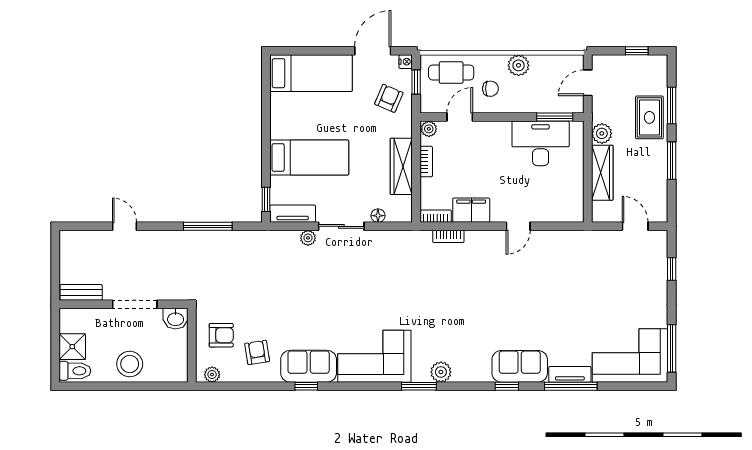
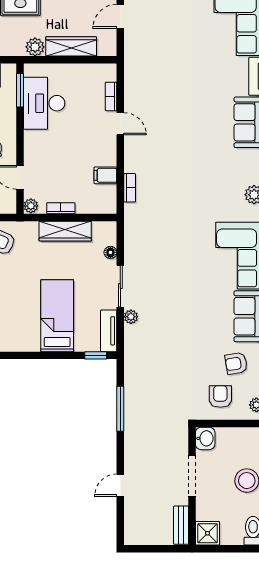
filing cabinet: (471, 210) -> (105, 175), width x0.50
bookcase: (436, 216) -> (111, 97), moved
shower: (72, 347) -> (208, 533), moved

